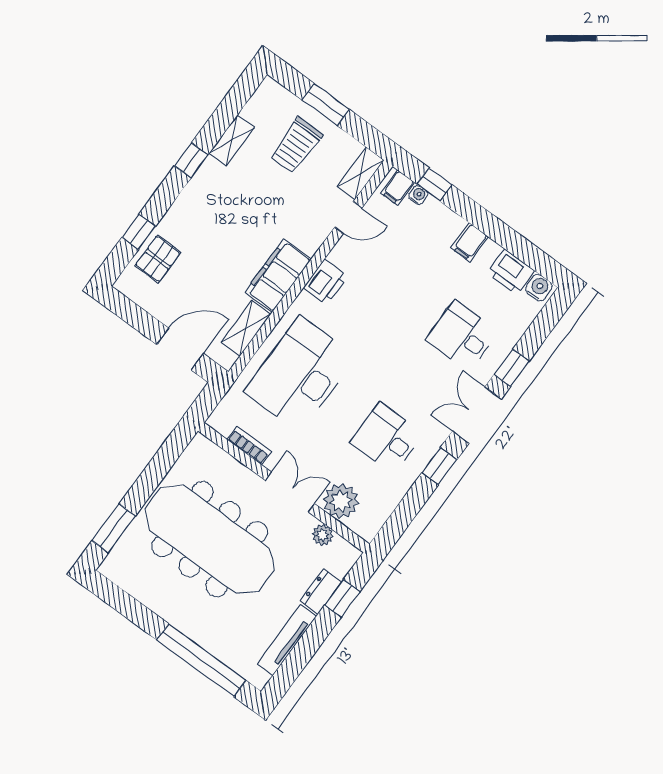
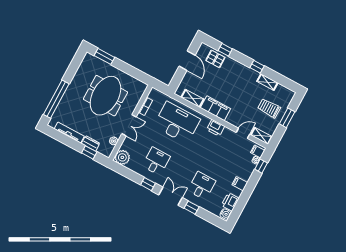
door: (348, 217) -> (243, 133), swing flipped
door: (180, 349) -> (187, 61), moved
plant: (341, 501) -> (122, 157), moved
meeting table: (210, 539) -> (105, 96), width x0.73

